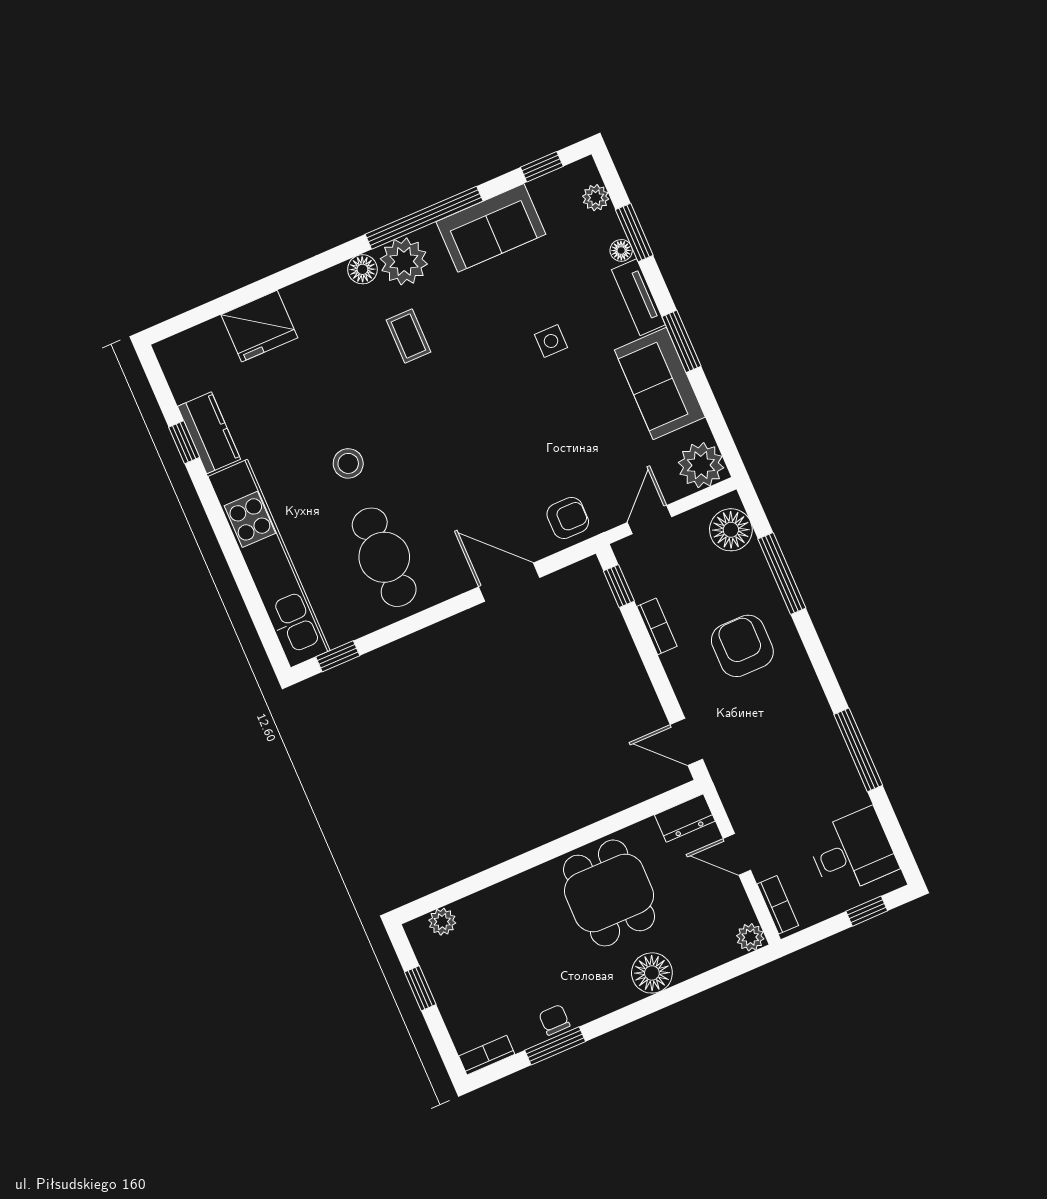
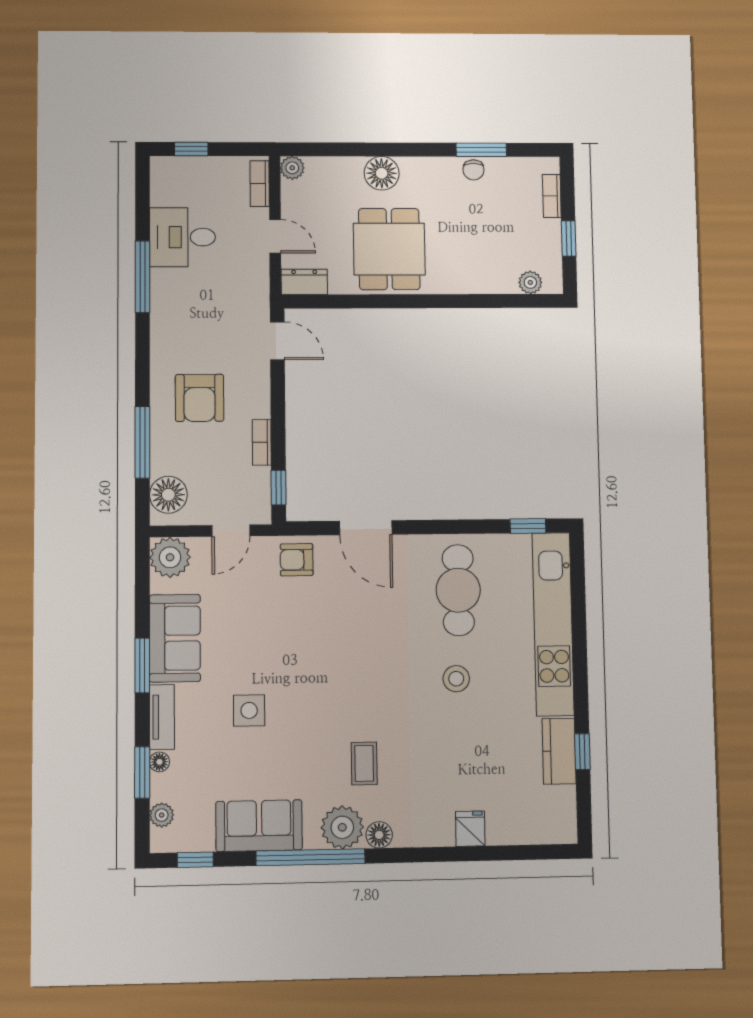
fridge: (259, 326) -> (470, 829), width x0.53, depth x0.75
side table: (551, 341) -> (249, 710), width x1.37, depth x1.37
desk: (852, 852) -> (182, 237), moved
bookcase: (487, 1055) -> (552, 196), moved, turned 90

